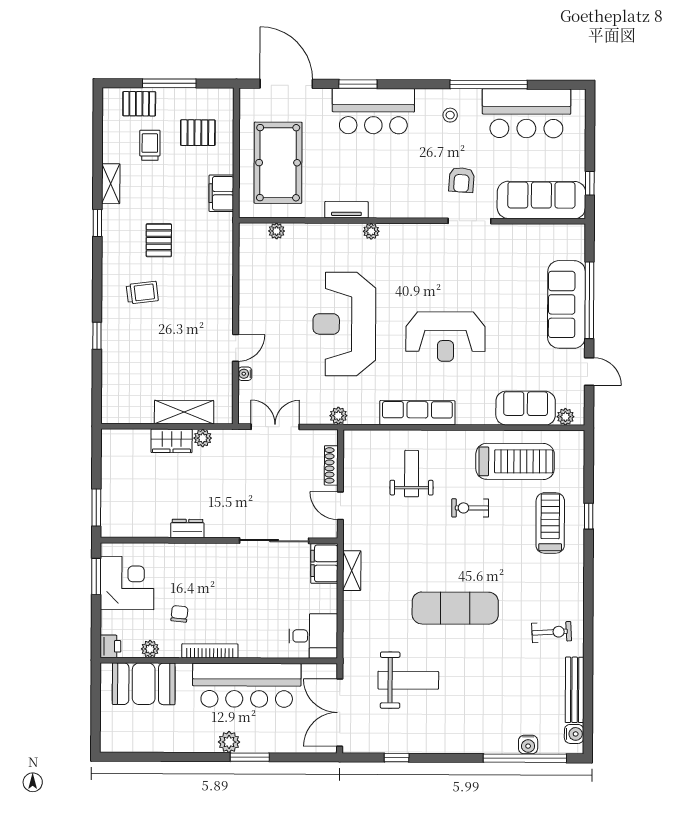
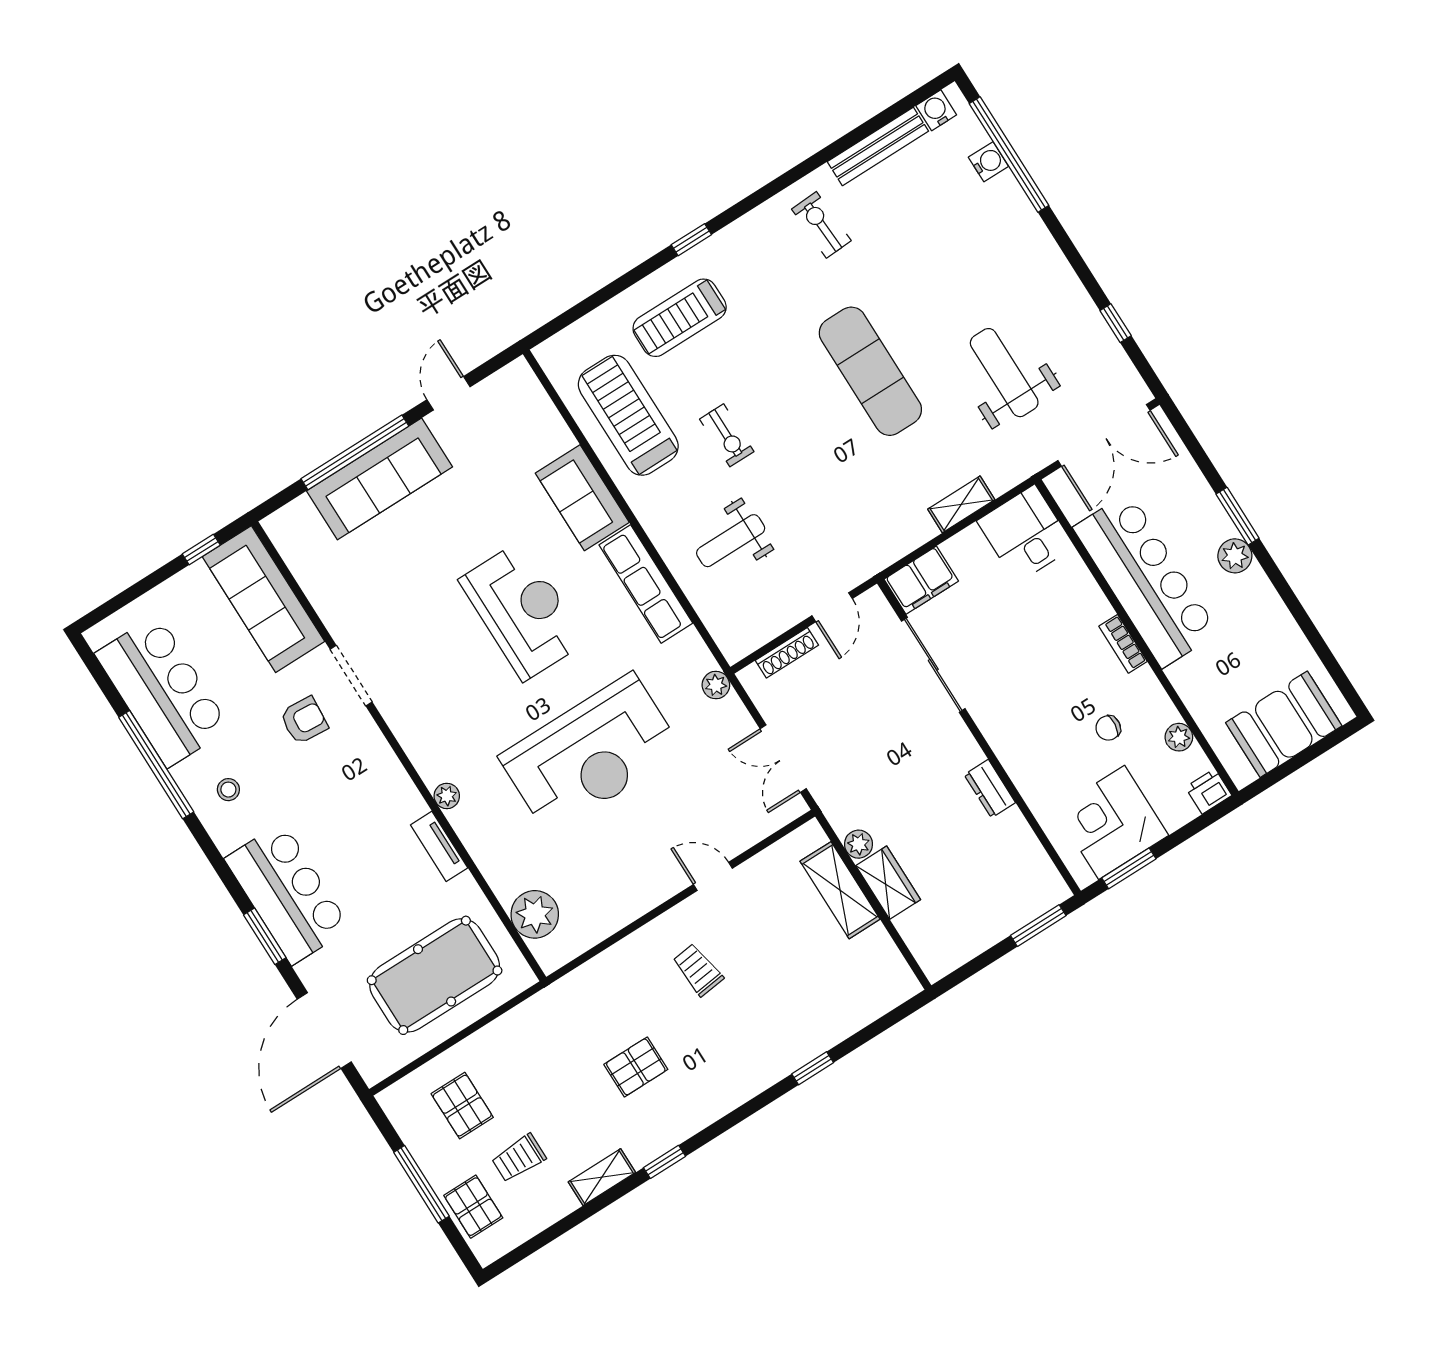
filing cabinet: (221, 193) -> (522, 1024), removed
plant: (277, 231) -> (535, 914), width x1.88, depth x1.88
trolley: (142, 293) -> (698, 970), moved
water cooler: (245, 374) -> (739, 843), removed
sofa: (526, 408) -> (582, 498), moved
plant: (565, 417) -> (528, 387), removed
window: (589, 516) -> (691, 240), moved
shelving: (352, 571) -> (961, 504), moved
bookcase: (210, 651) -> (1123, 644), width x0.64
booth: (144, 684) -> (1284, 724), moved, turned 90

